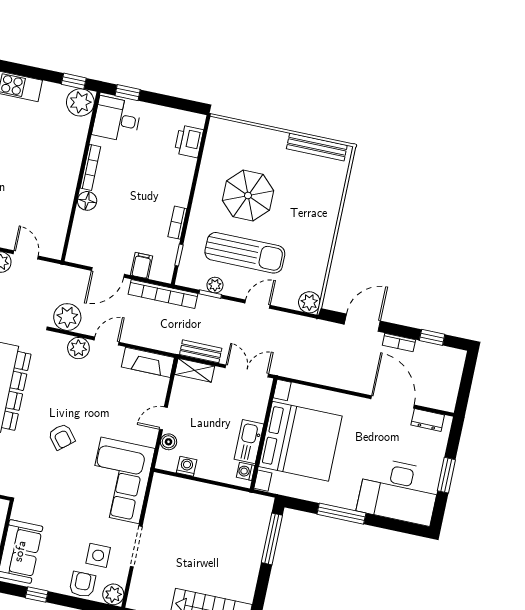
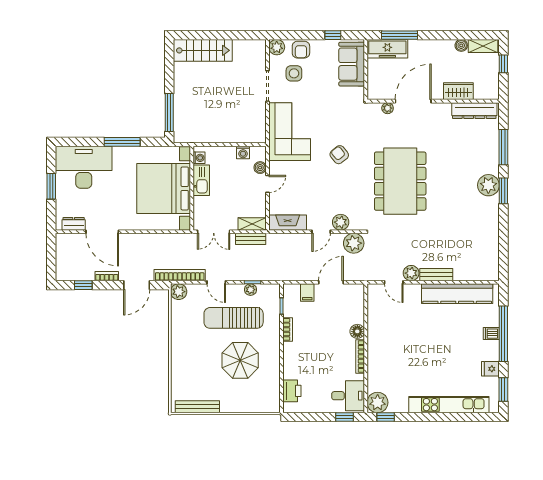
bookcase: (163, 294) -> (180, 275), moved
door: (258, 304) -> (216, 282), hinge flipped

